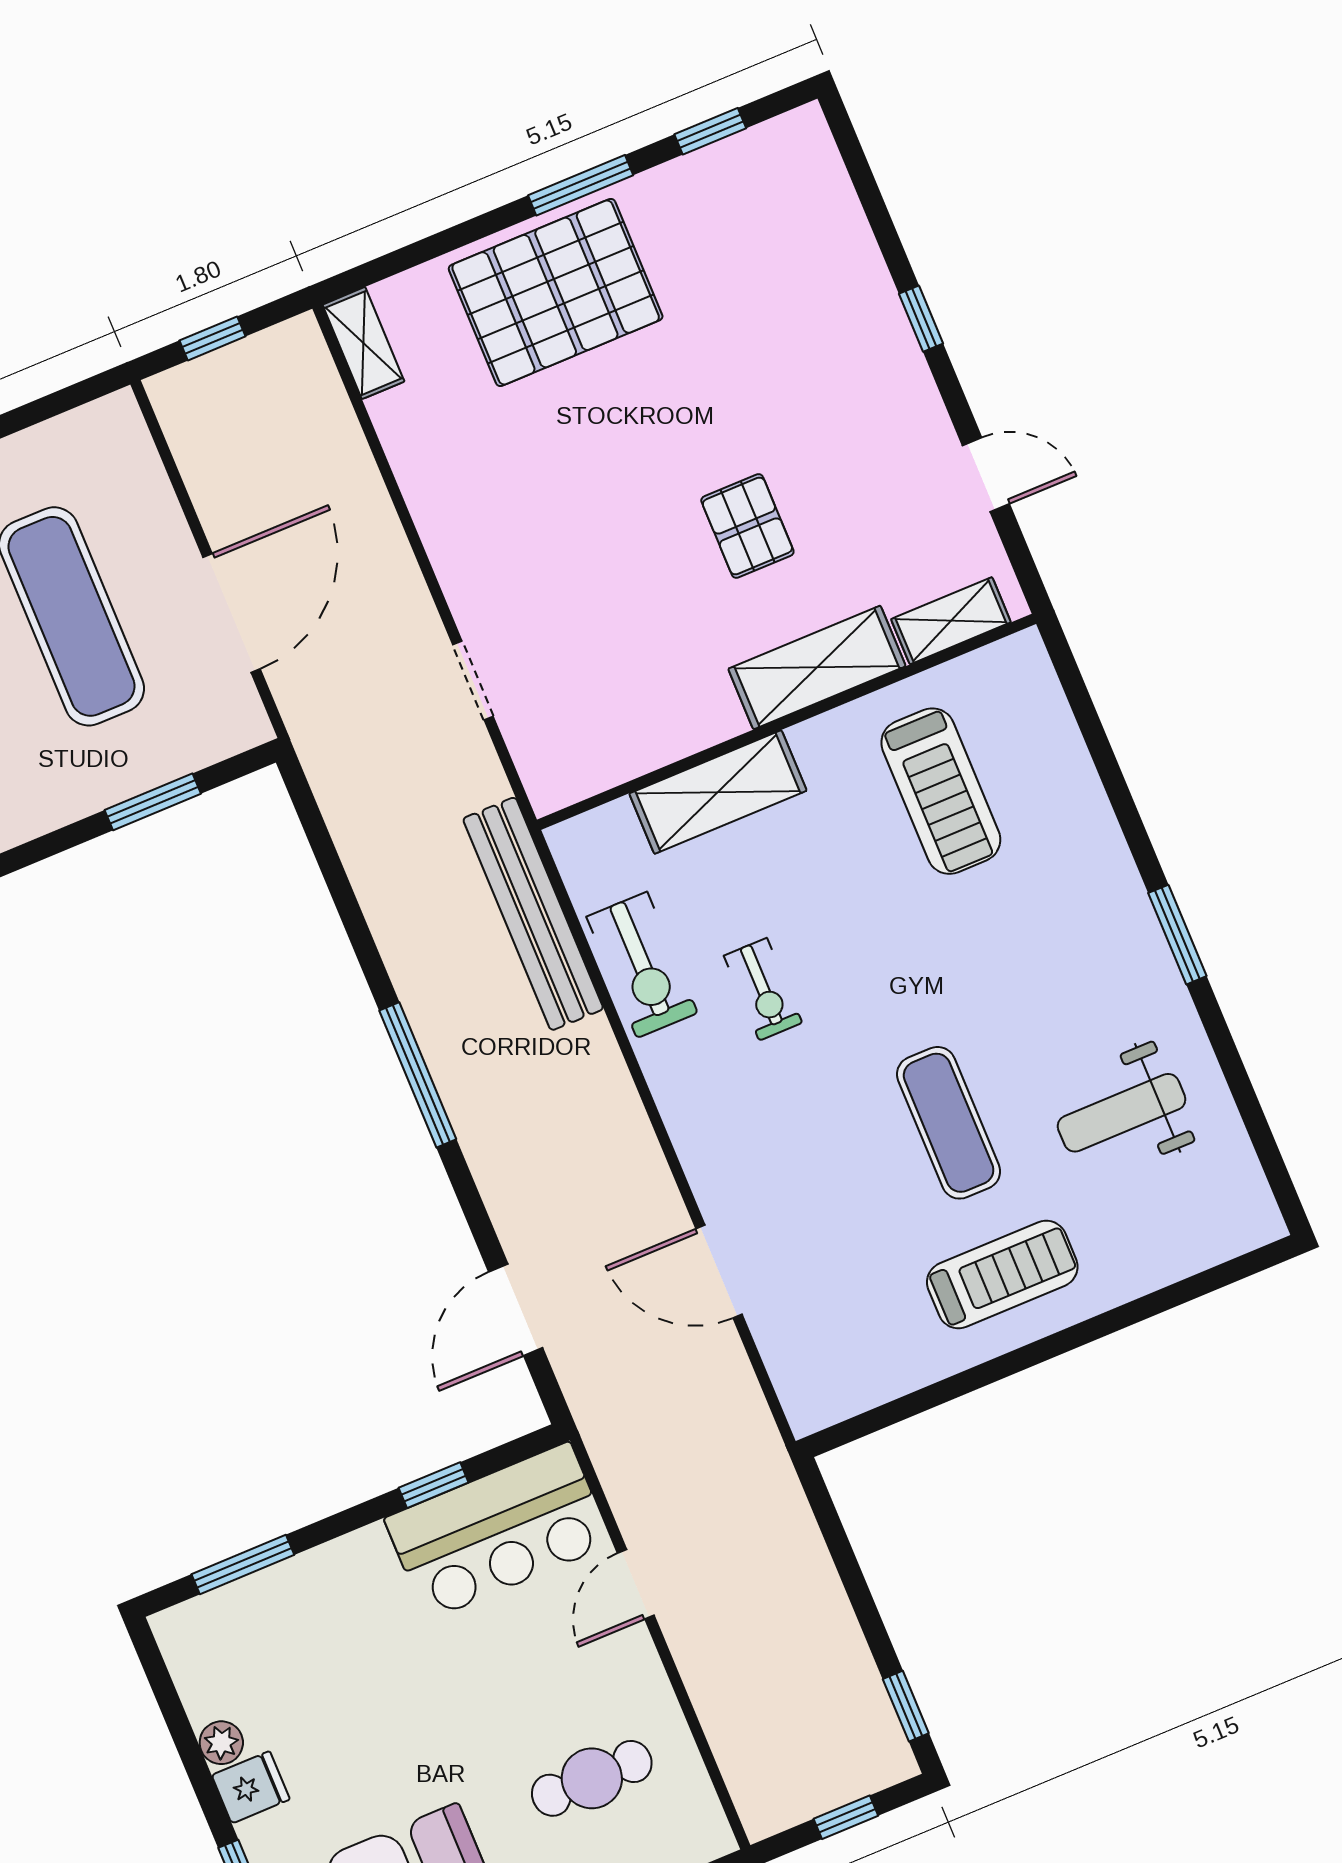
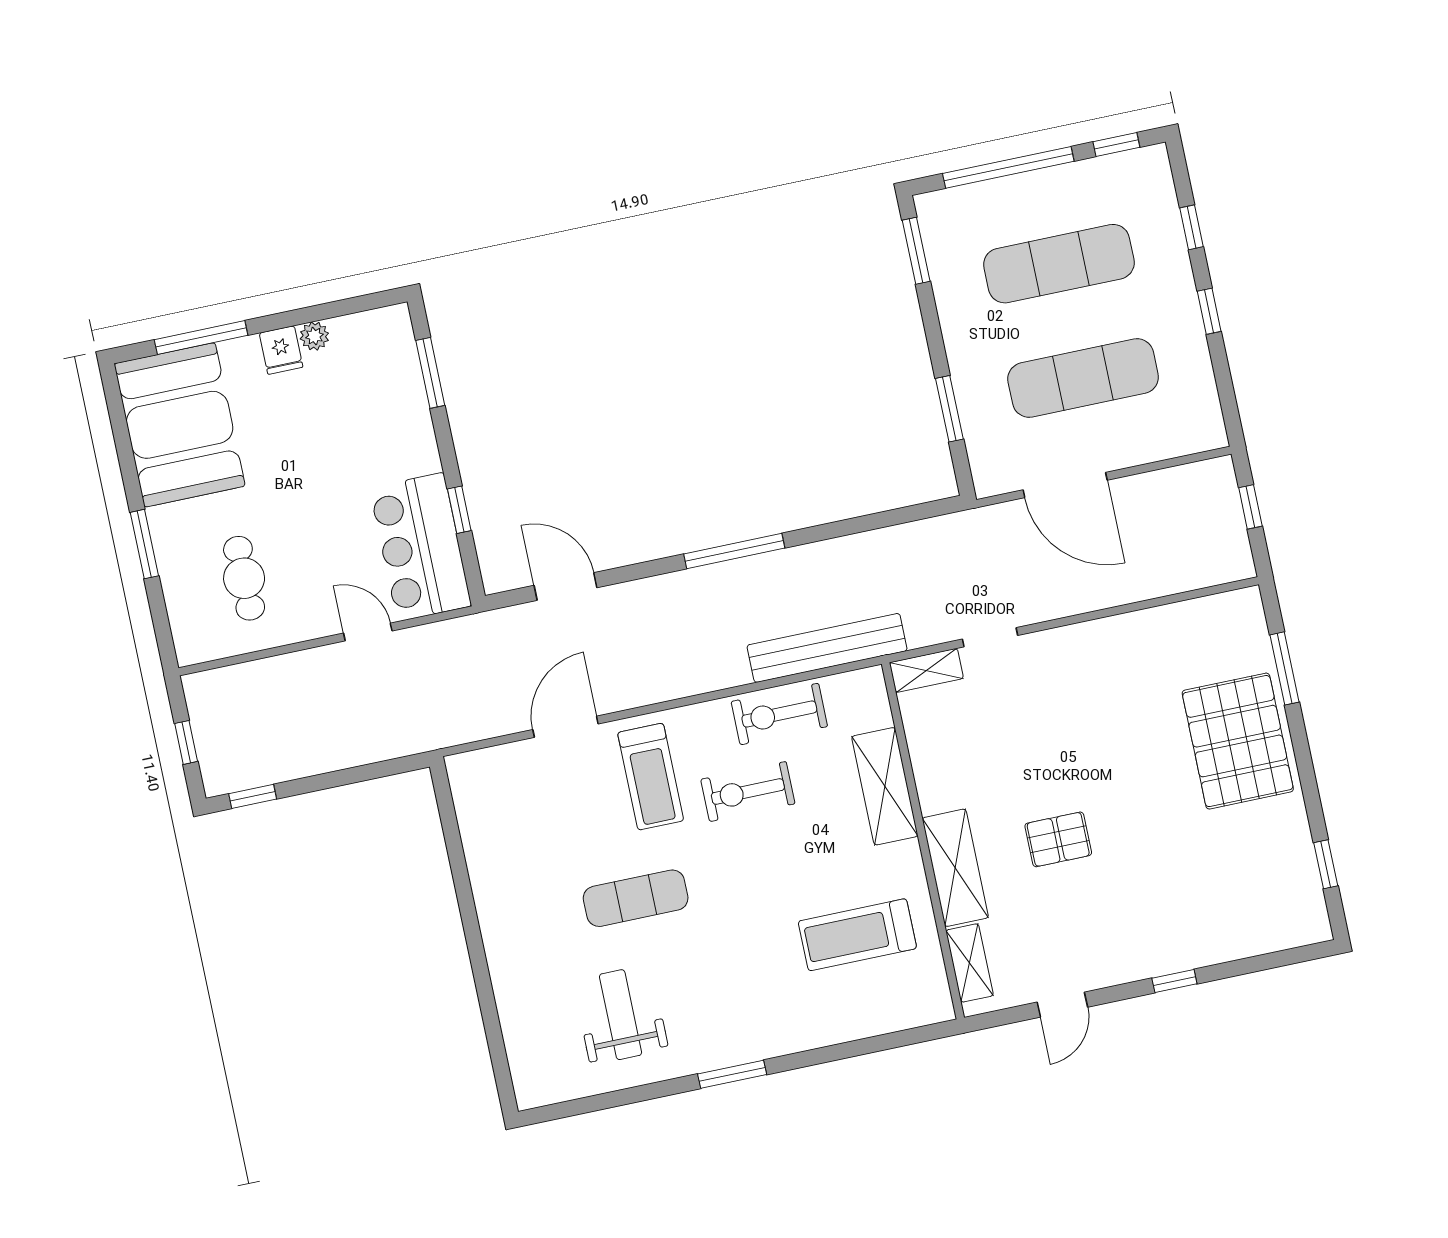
window: (581, 185) -> (1284, 668), moved
shelving: (363, 343) -> (926, 670), moved
exercise bike: (763, 989) -> (748, 791), width x1.38, depth x1.39
treadmill: (1002, 1275) -> (651, 777), moved

